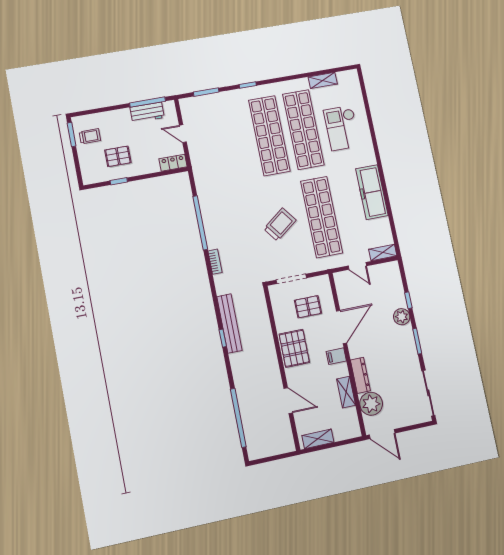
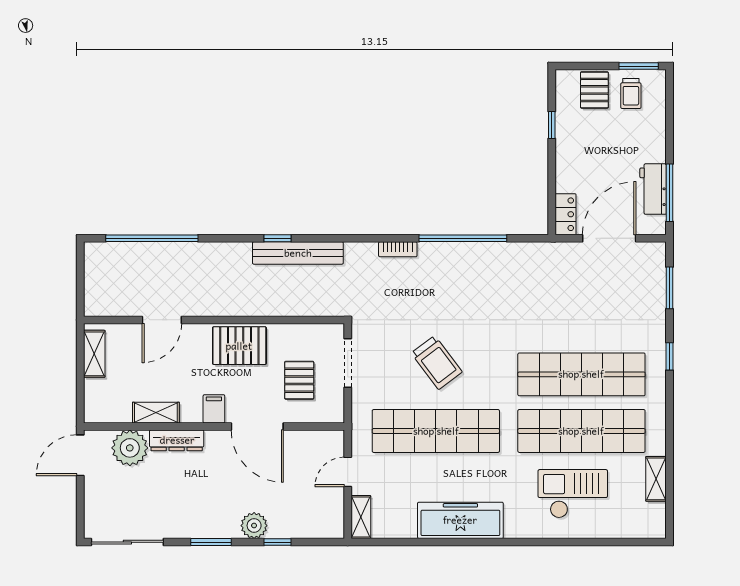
door: (183, 134) -> (609, 238), width x1.87
pallet: (118, 156) -> (594, 90), moved

